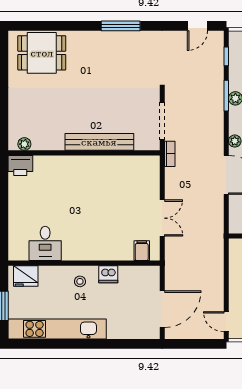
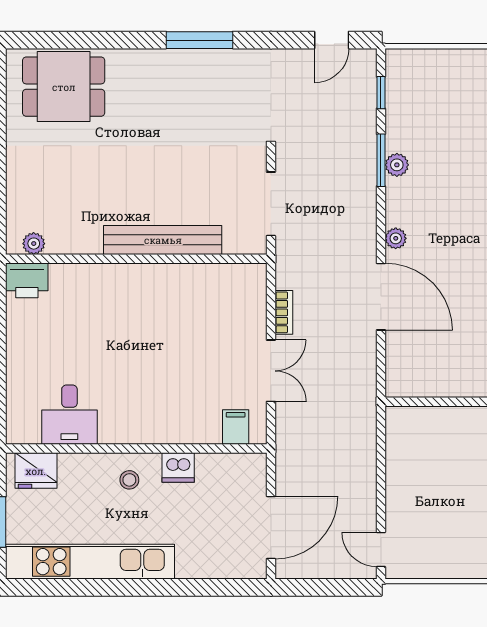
bookcase: (170, 154) -> (284, 312), moved

